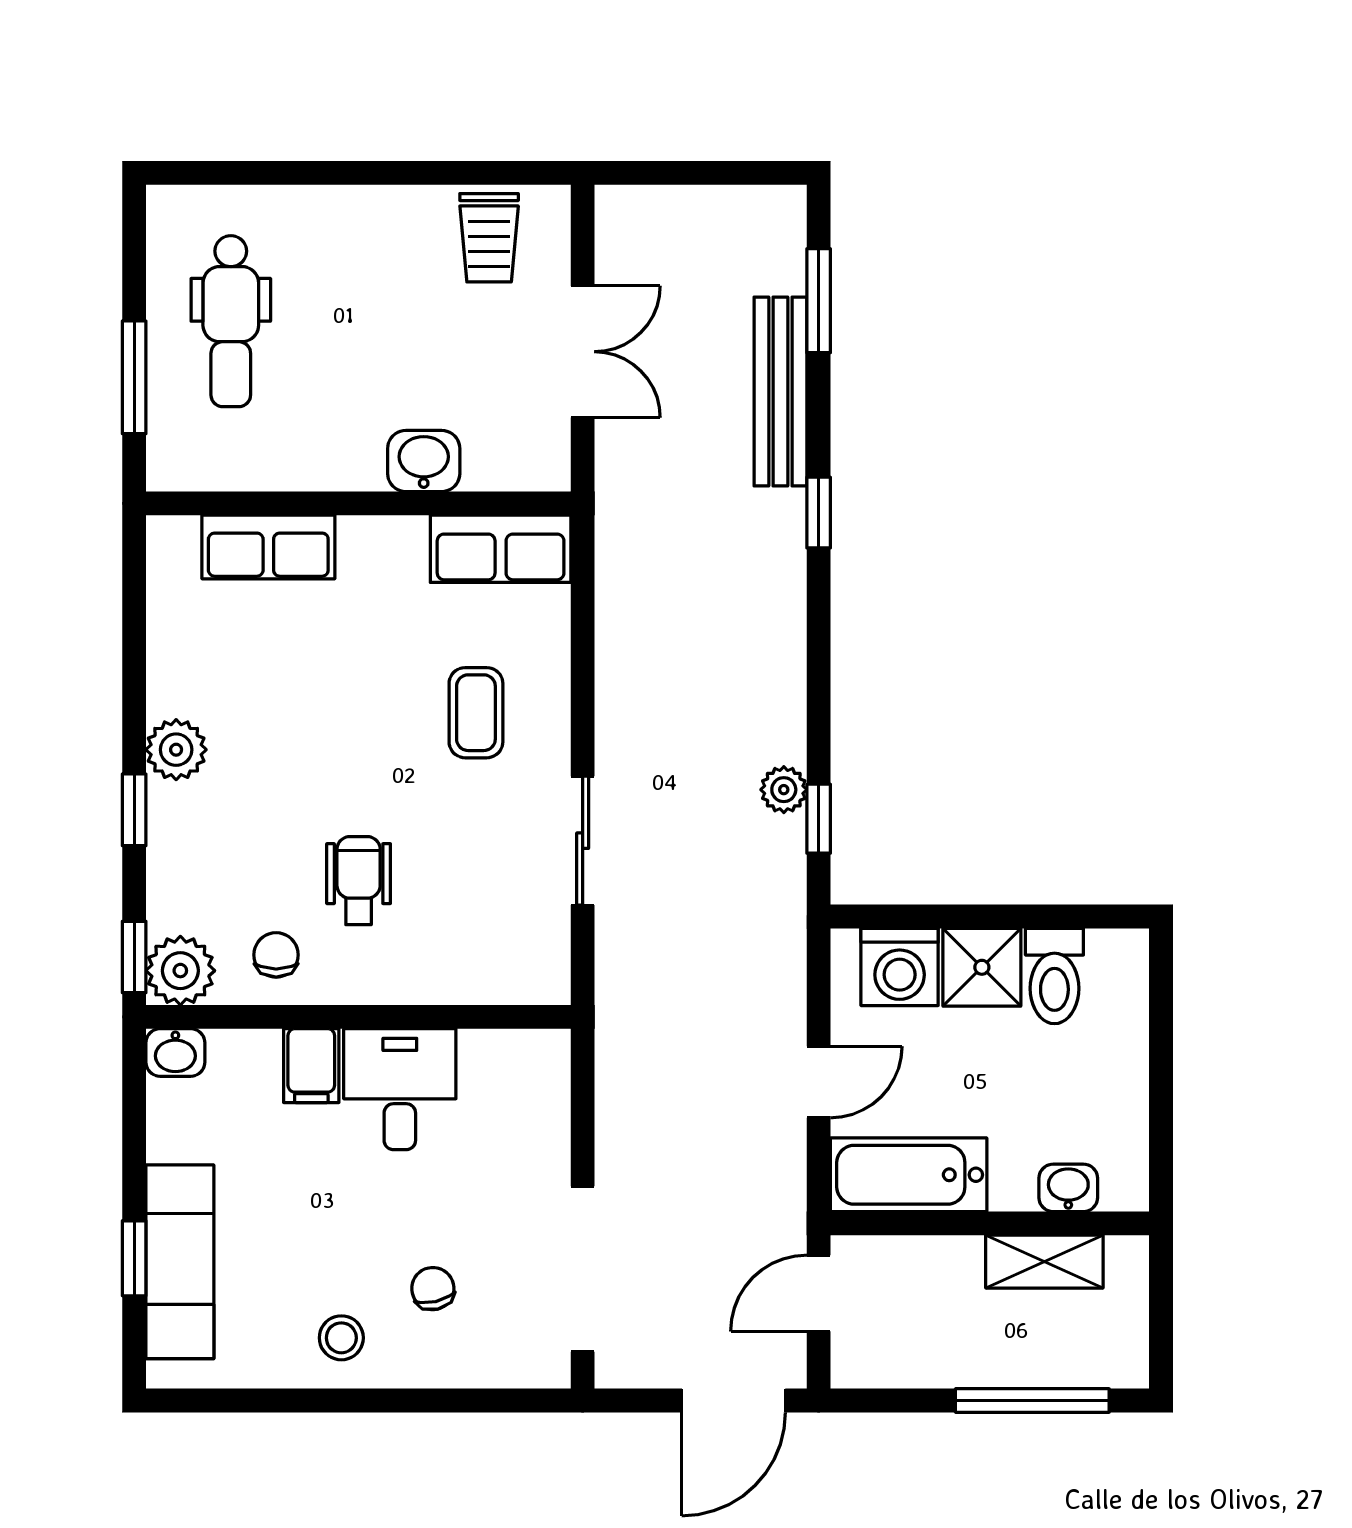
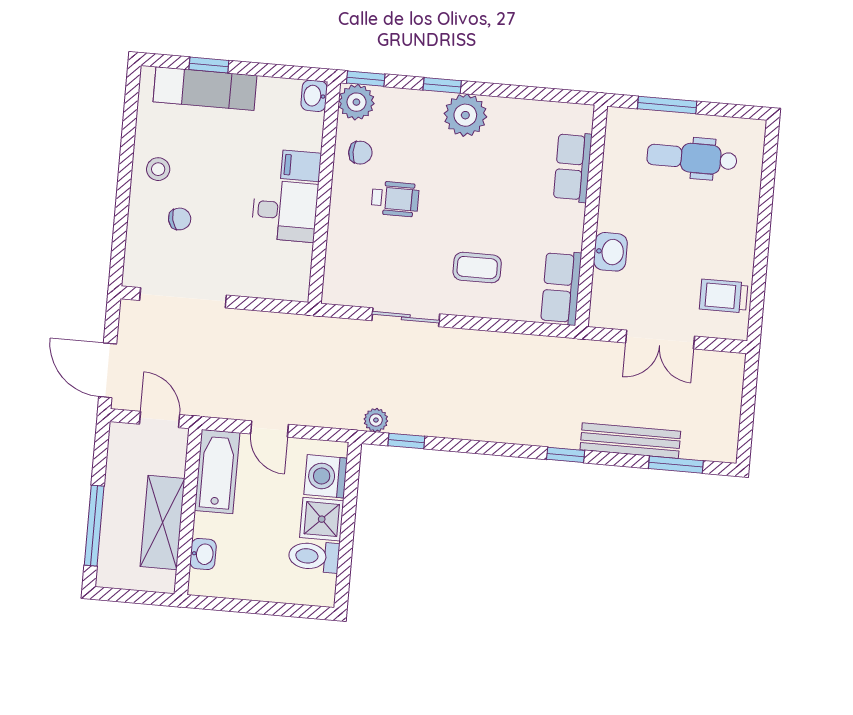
plant: (176, 750) -> (465, 115), width x1.36, depth x1.36
plant: (784, 790) -> (376, 420), moved
shelving: (1044, 1262) -> (163, 523), width x1.50, depth x1.33

